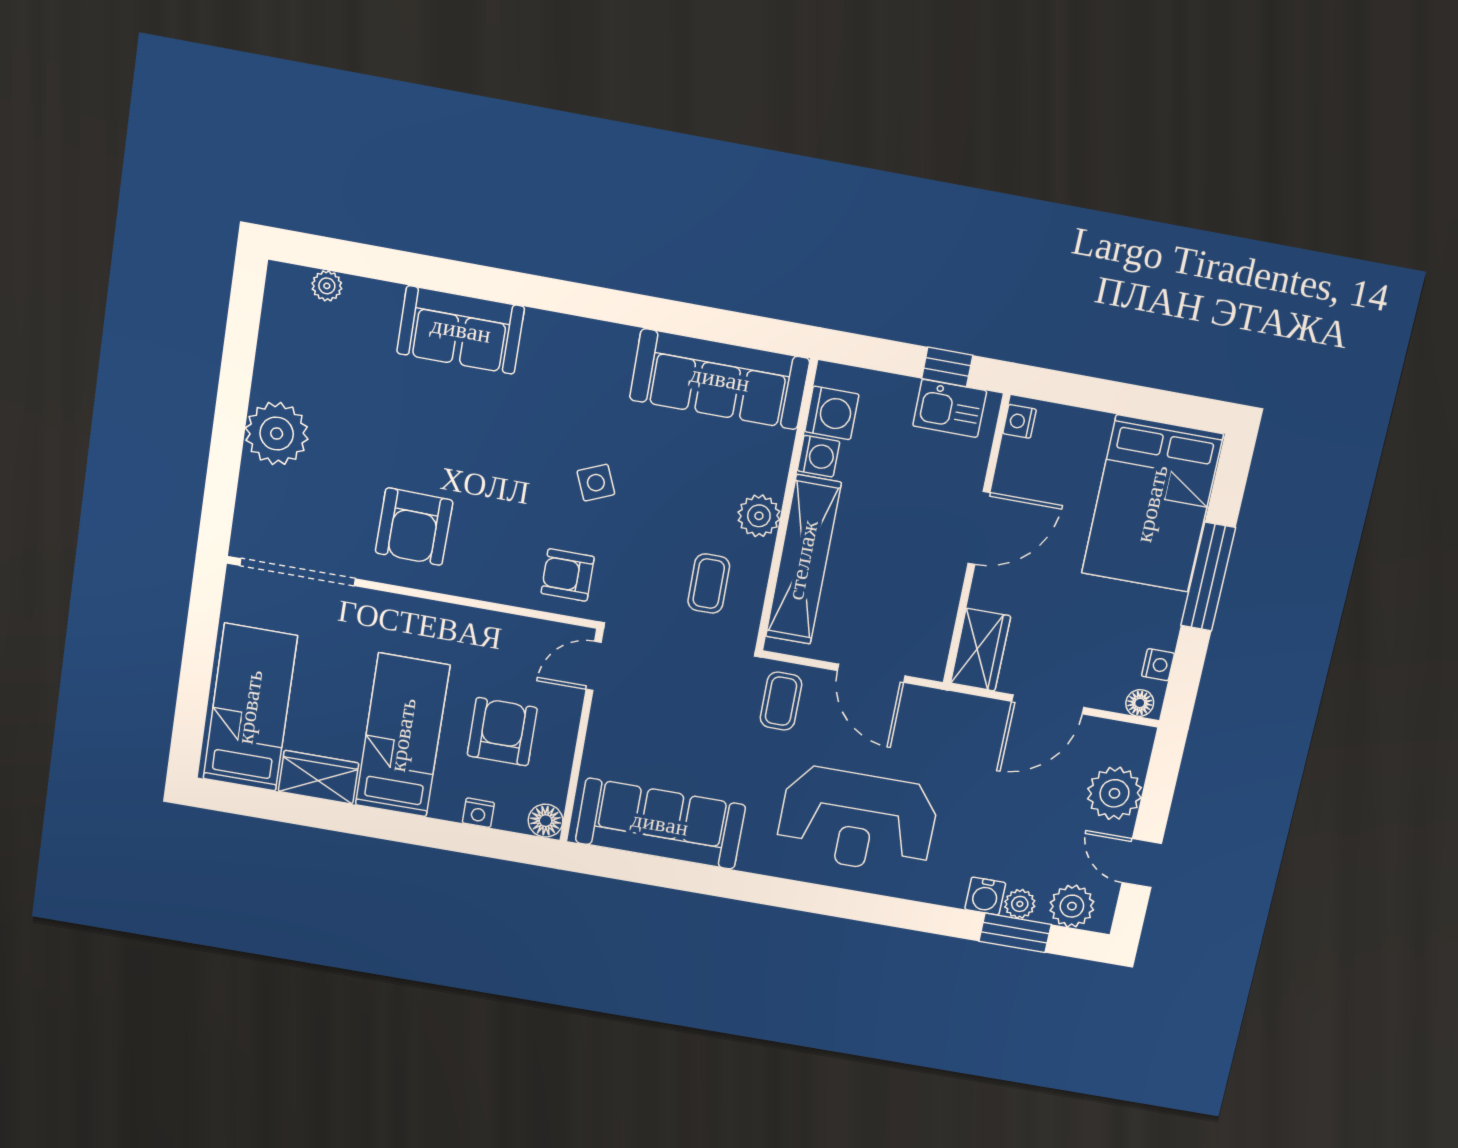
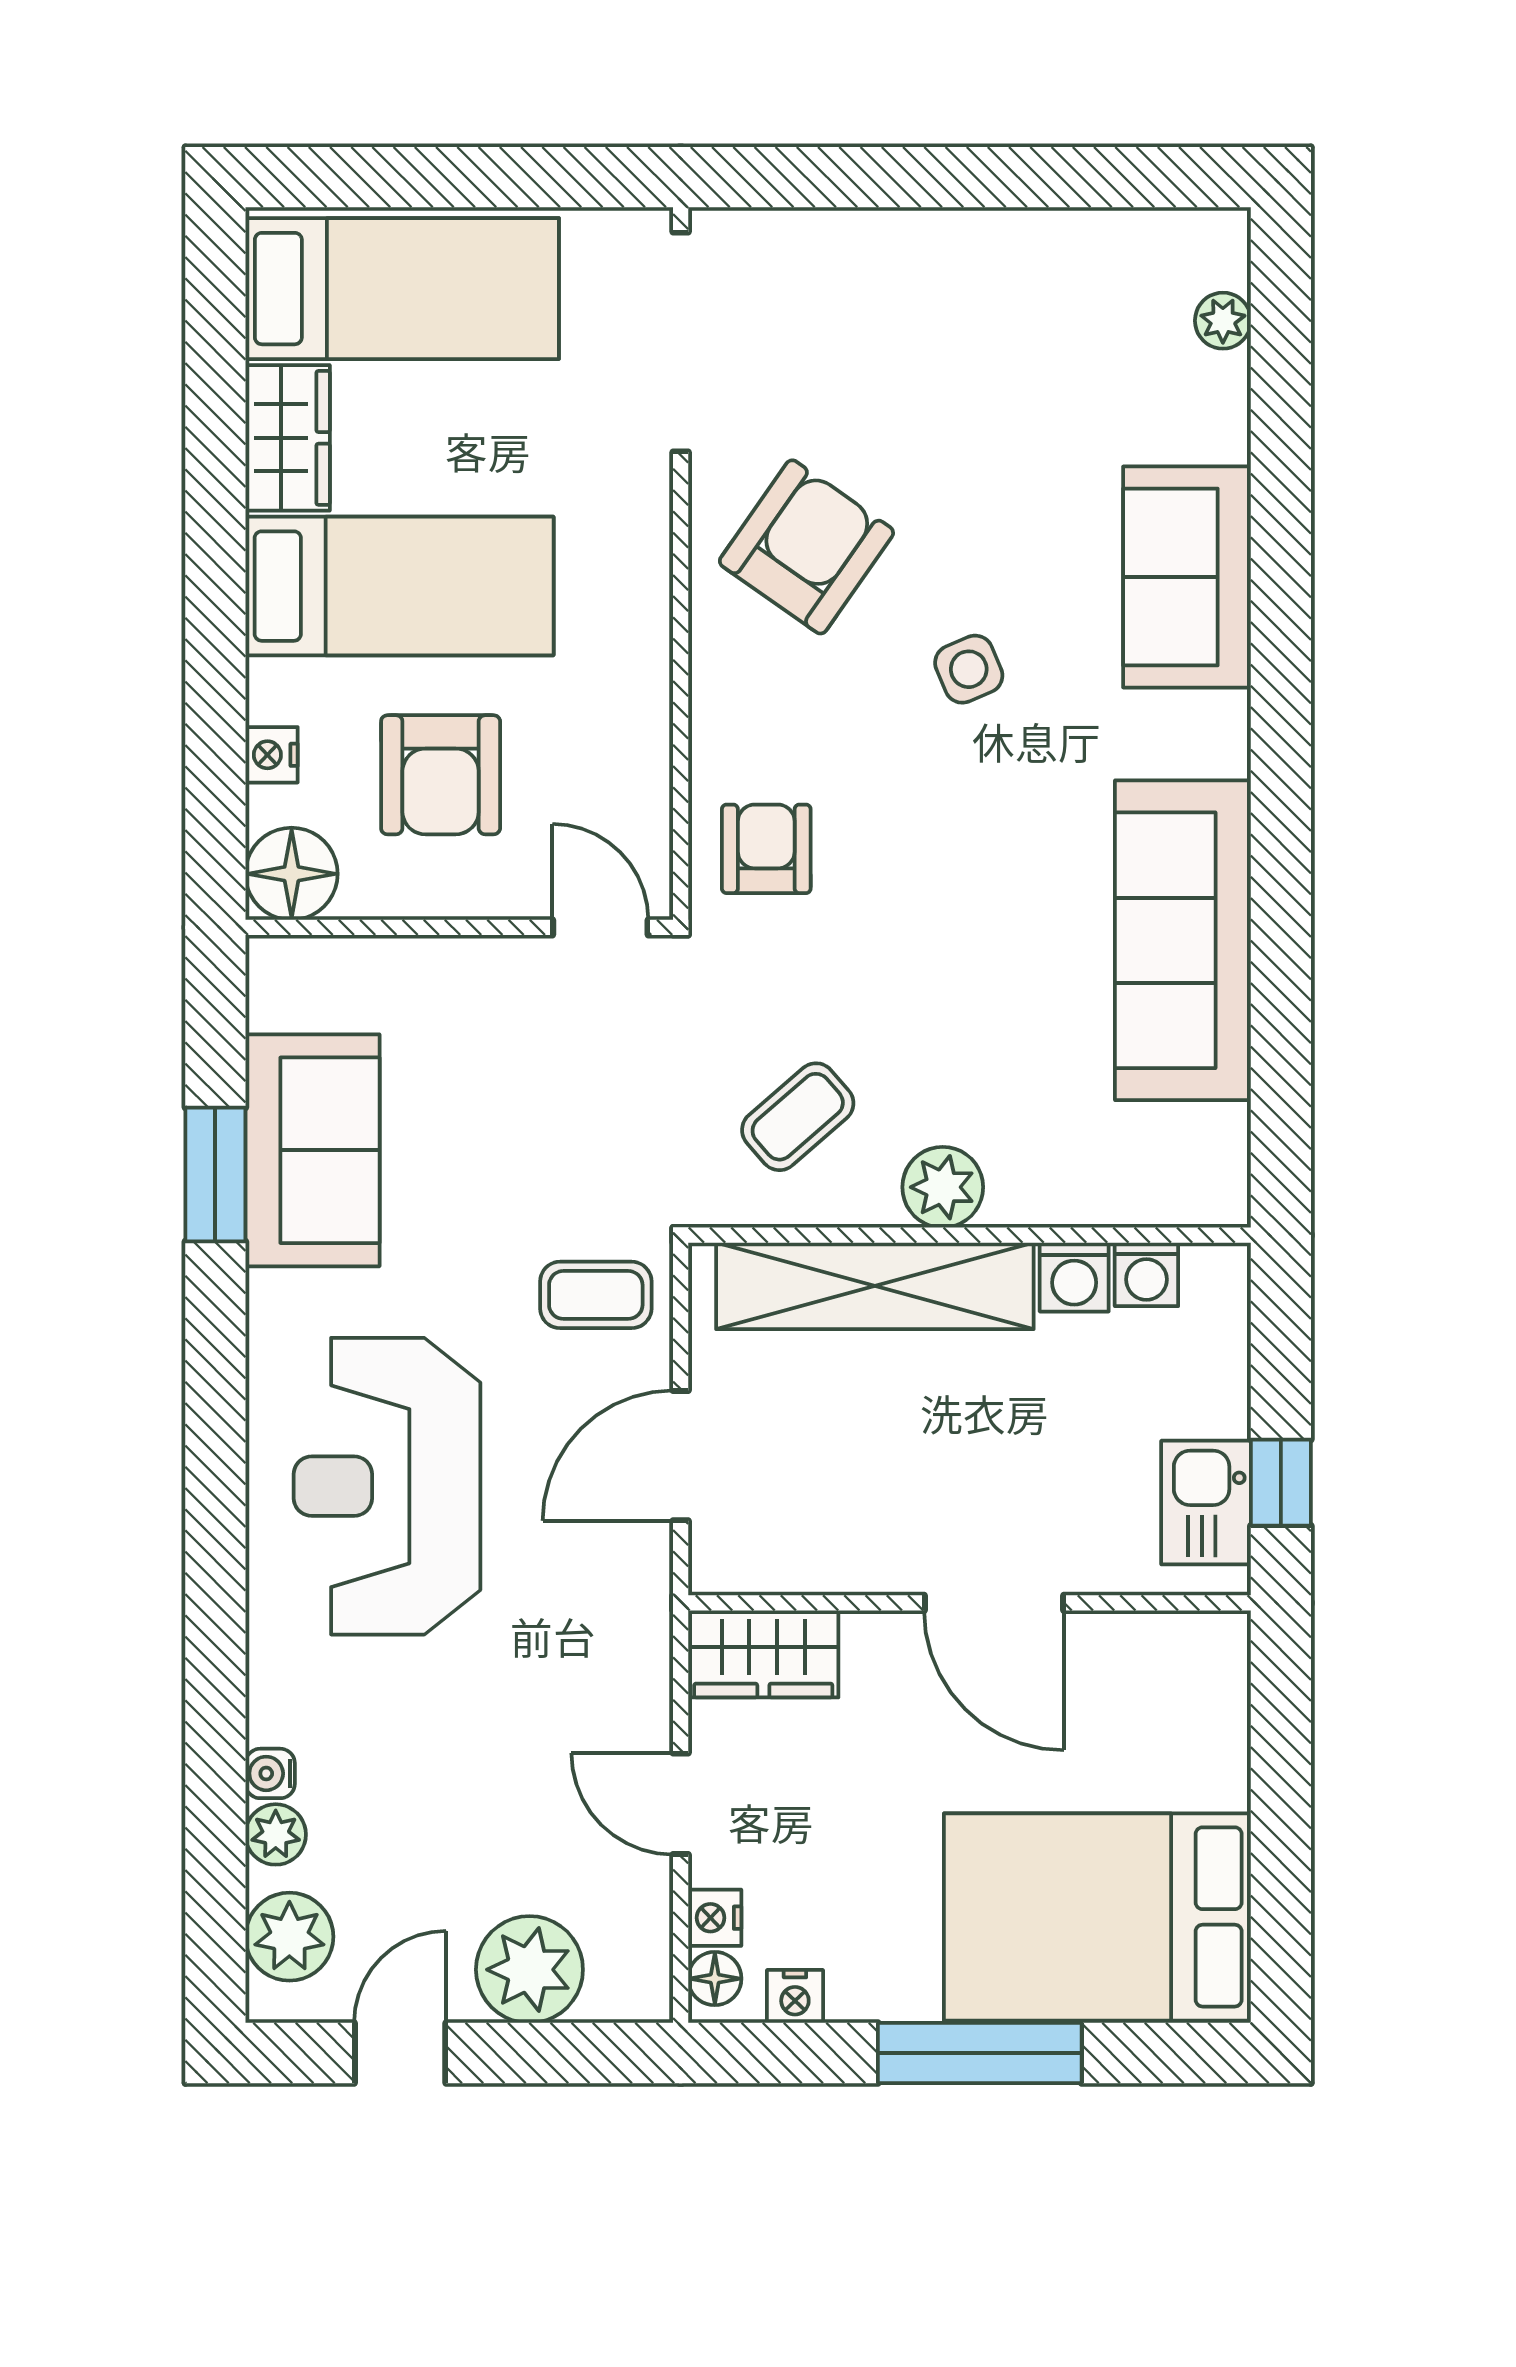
sofa: (720, 379) -> (1183, 940), moved
washing machine: (832, 413) -> (1146, 1274), width x0.73, depth x0.73
nightstand: (1020, 421) -> (715, 1918), moved, turned -90
plant: (277, 434) -> (935, 267), removed
side table: (596, 483) -> (969, 669), moved
armchair: (414, 527) -> (806, 547), turned 124
coffee table: (709, 584) -> (798, 1117), turned -41
door: (1048, 704) -> (681, 1804), width x0.73
armchair: (502, 732) -> (441, 775), turned 90
floor lamp: (546, 821) -> (292, 874), width x1.38, depth x1.38
sofa: (660, 824) -> (312, 1150), width x0.73
water cooler: (985, 896) -> (270, 1773), width x0.72, depth x0.72
window: (1015, 933) -> (215, 1175), moved

